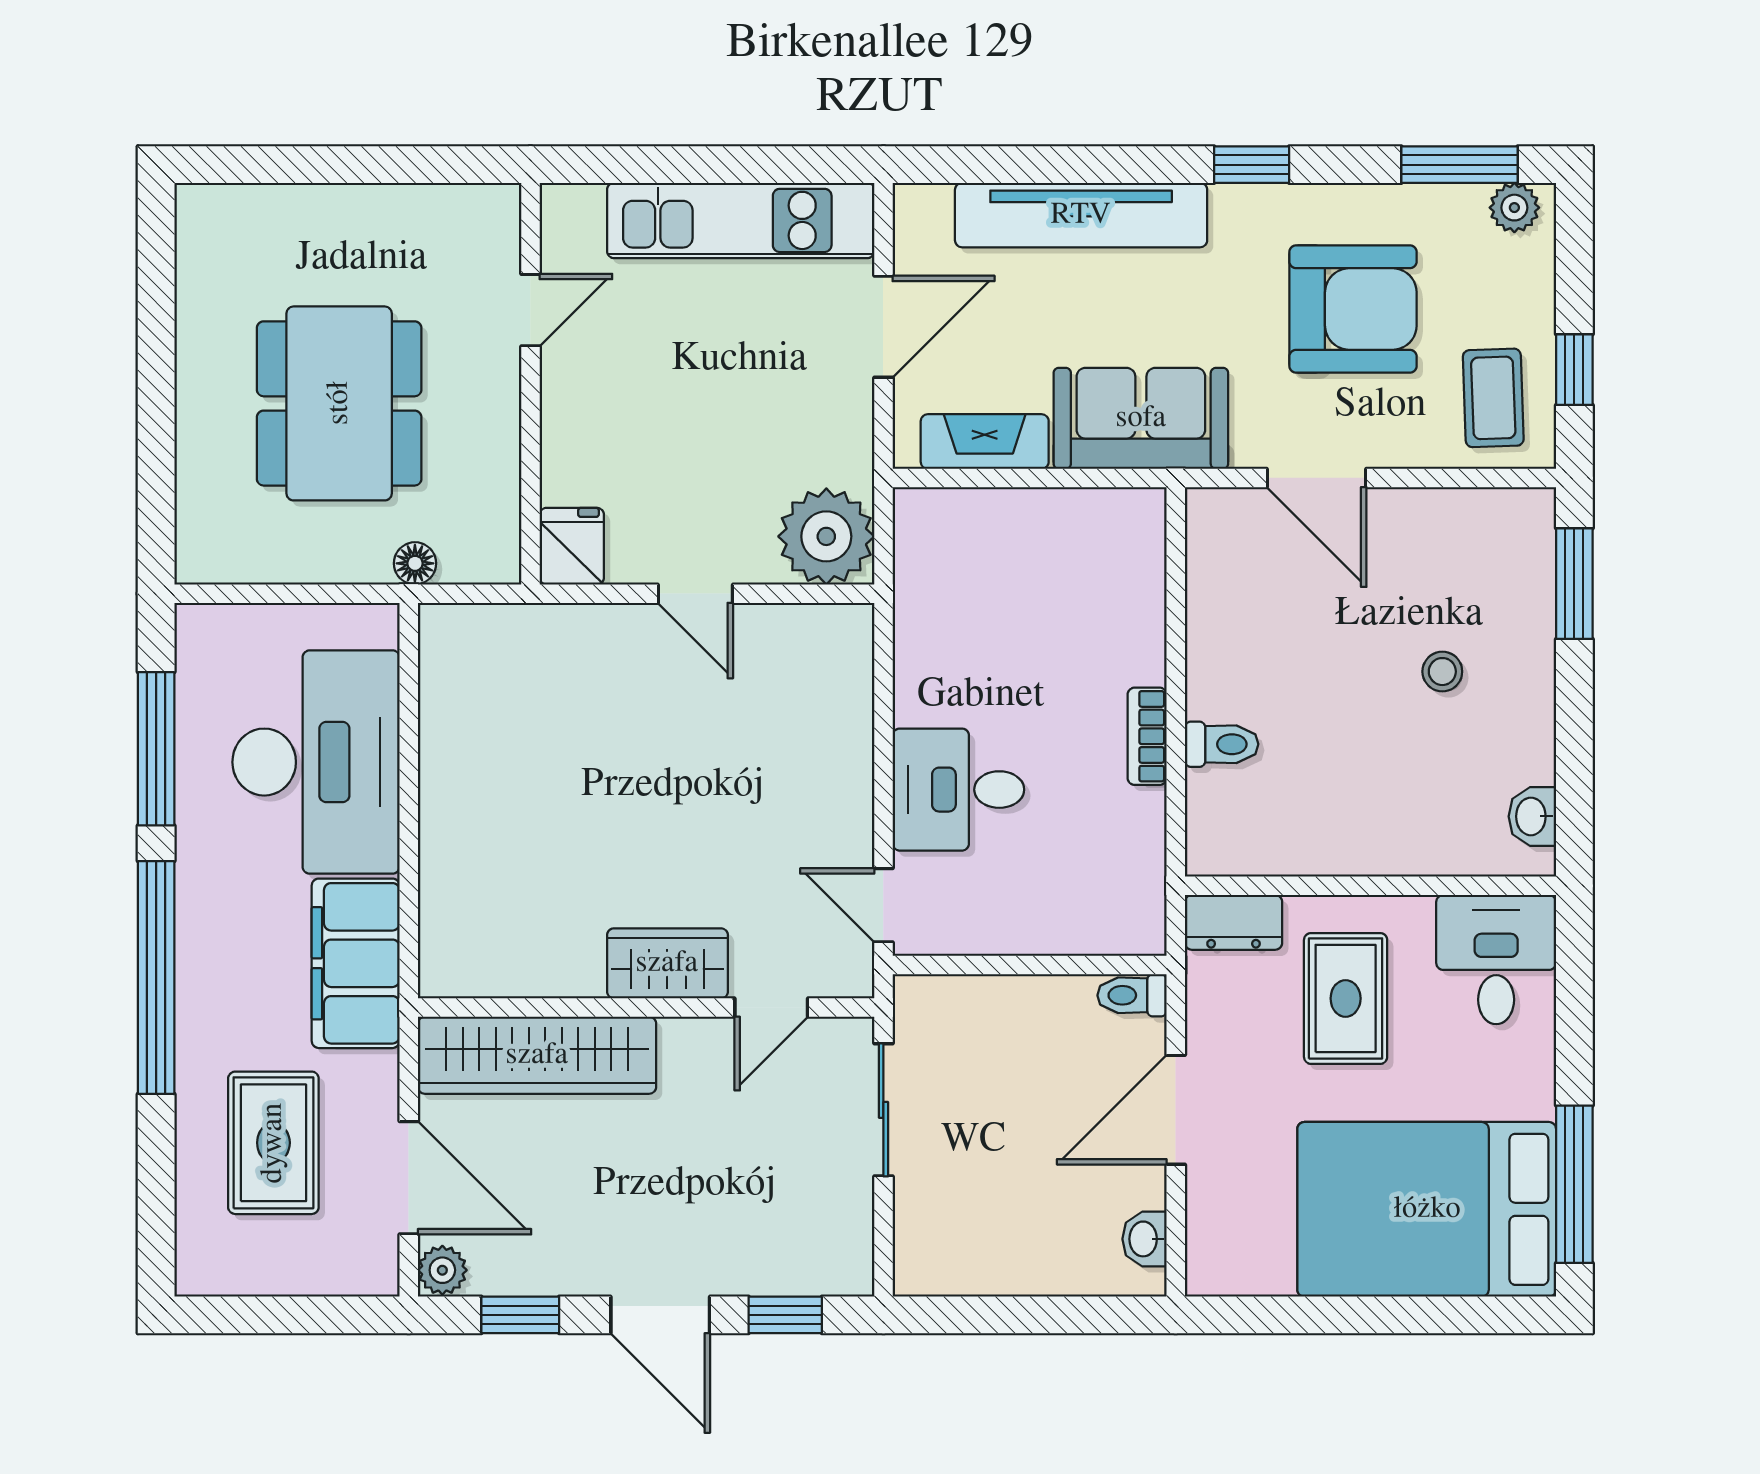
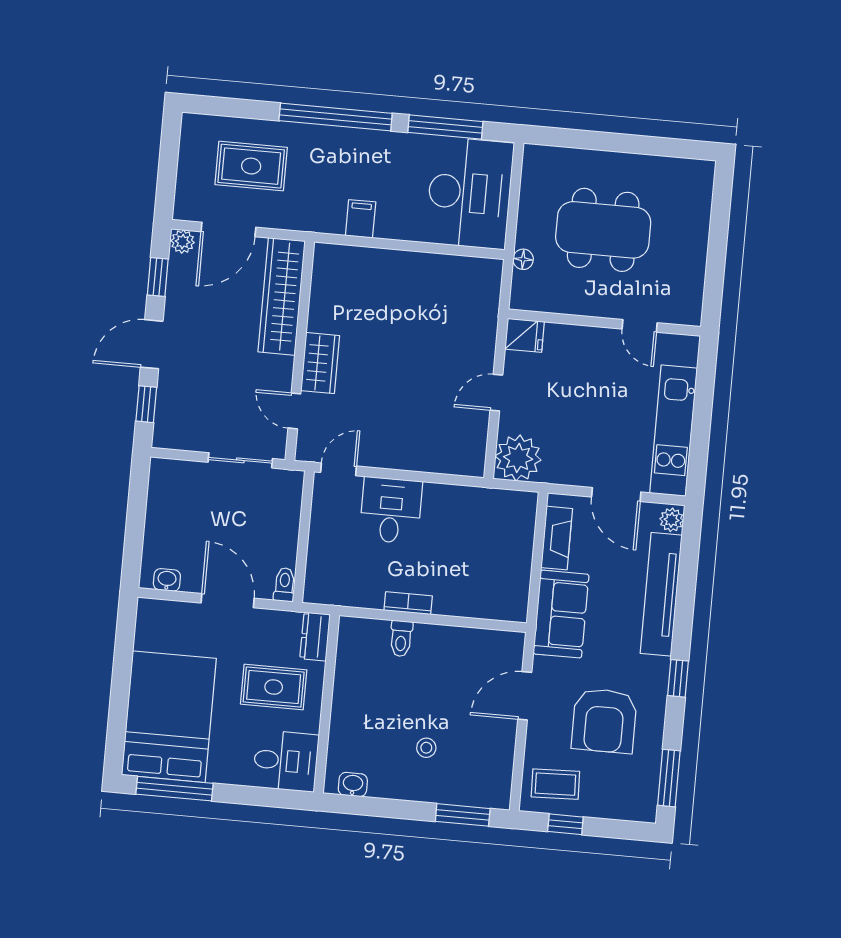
plant: (1514, 208) -> (672, 520), moved
desk: (316, 762) -> (470, 193), moved, turned -90
filing cabinet: (356, 963) -> (361, 219), width x0.33, depth x0.86

